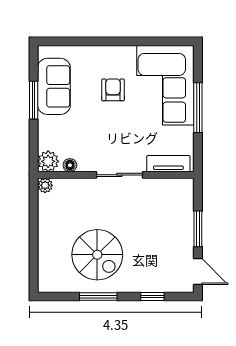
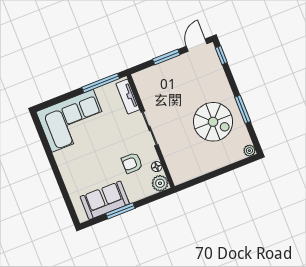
armchair: (113, 90) -> (132, 163), moved
window: (198, 108) -> (101, 83), moved
plant: (45, 185) -> (249, 151), moved
spiral stairs: (97, 255) -> (213, 122), turned 90
window: (152, 296) -> (221, 55), moved

